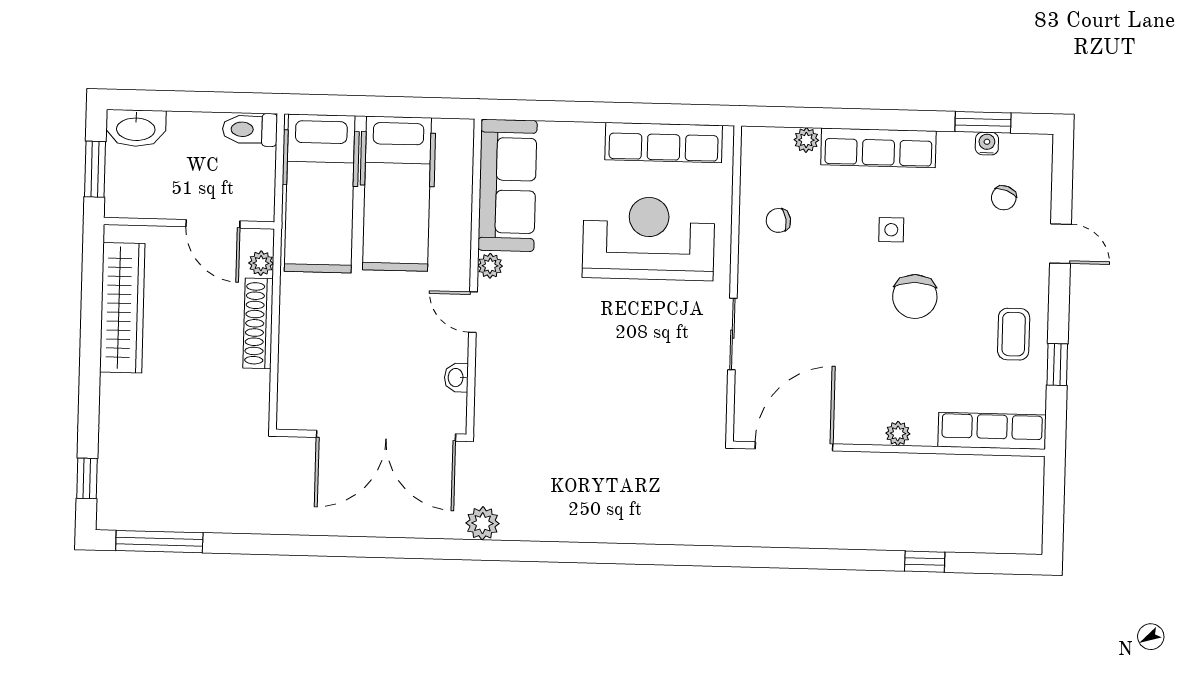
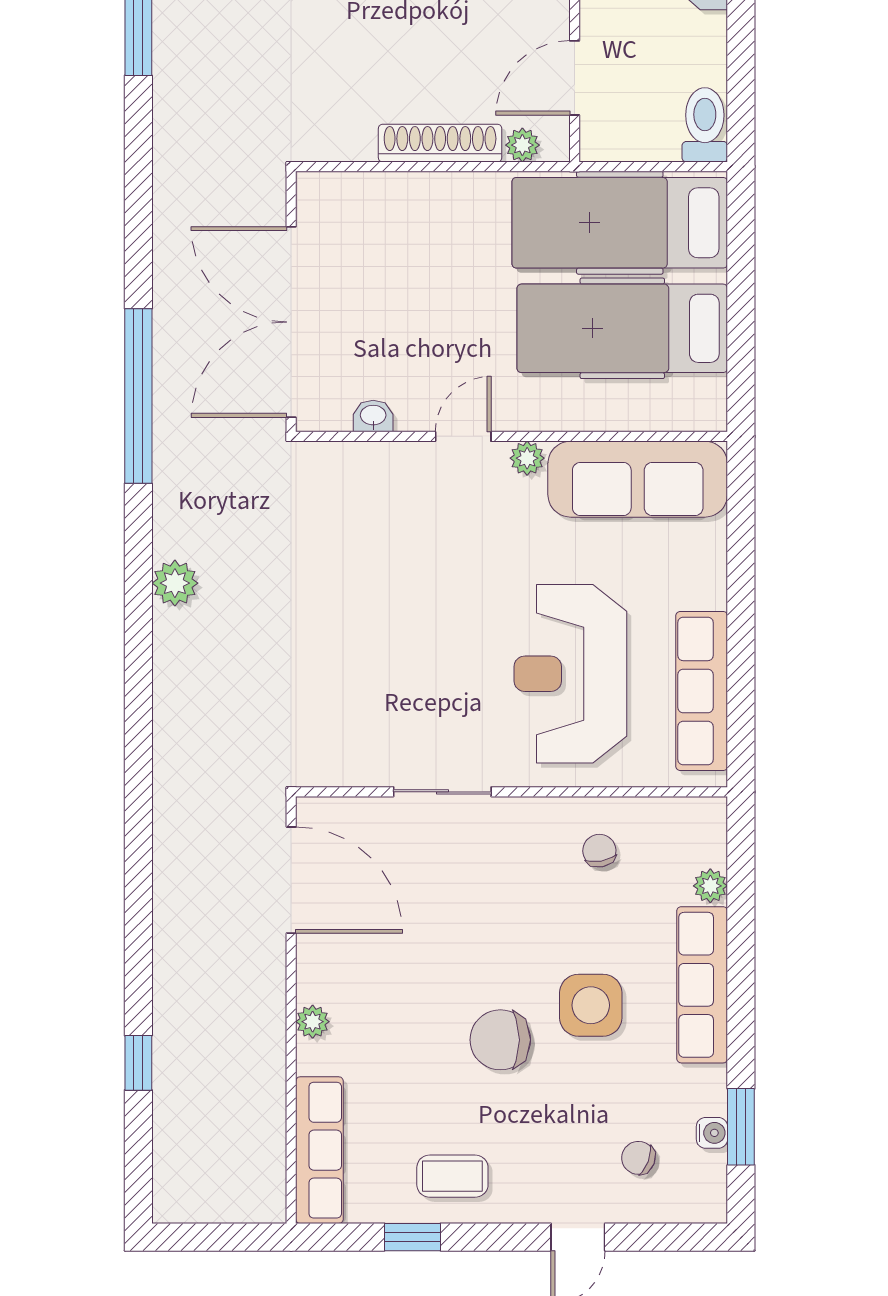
side table: (891, 230) -> (591, 1005), width x1.87, depth x1.87
reception desk: (649, 238) -> (570, 674), turned 180
plant: (483, 523) -> (175, 583), moved
window: (437, 549) -> (138, 396), added

